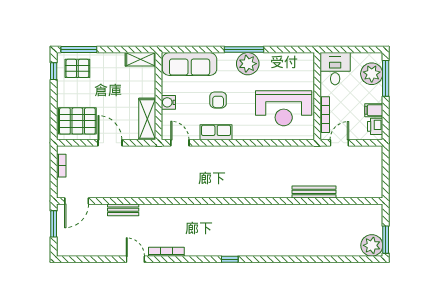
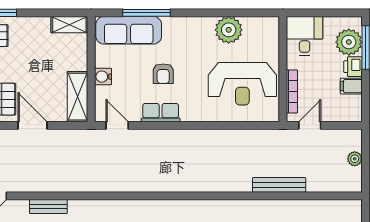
window: (244, 50) -> (147, 13), moved
plant: (248, 64) -> (229, 30), moved
printer: (375, 126) -> (353, 67), moved
plant: (377, 170) -> (355, 159), added

